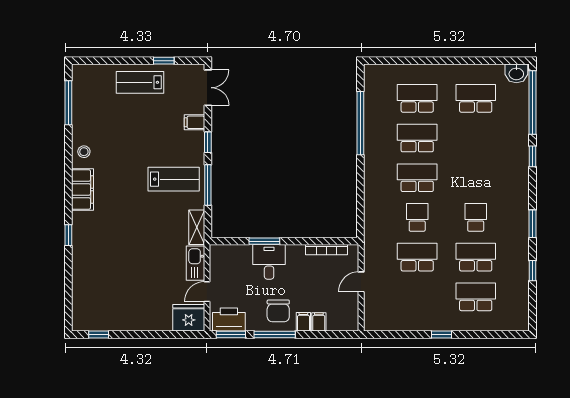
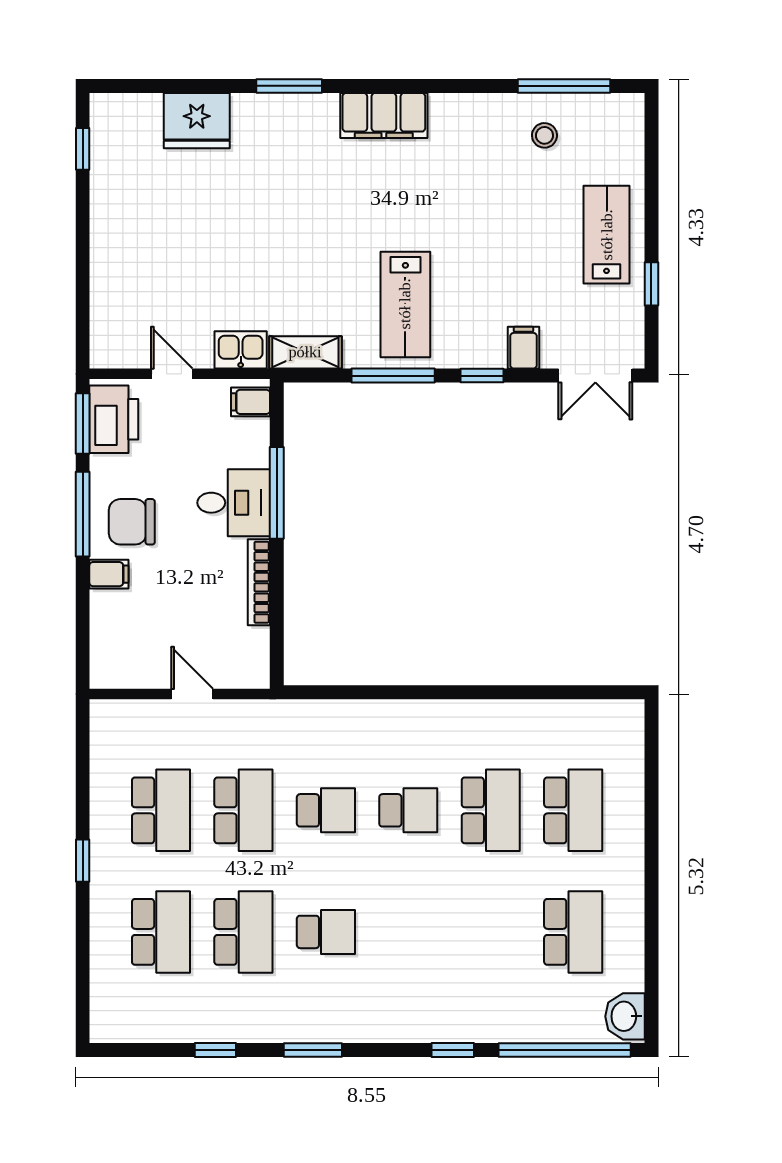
window: (360, 123) -> (522, 692), removed
stool: (84, 152) -> (544, 135), moved
school desk: (417, 178) -> (408, 810), width x0.54
window: (68, 235) -> (289, 86), width x1.50
window: (264, 241) -> (277, 493), width x1.44
bookcase: (327, 250) -> (259, 582), moved
kitchen sink: (195, 263) -> (241, 350), width x0.73
school desk: (417, 297) -> (161, 810), added
fridge: (189, 318) -> (197, 121), moved, turned 90
filing cabinet: (319, 322) -> (251, 402), moved, turned 180

